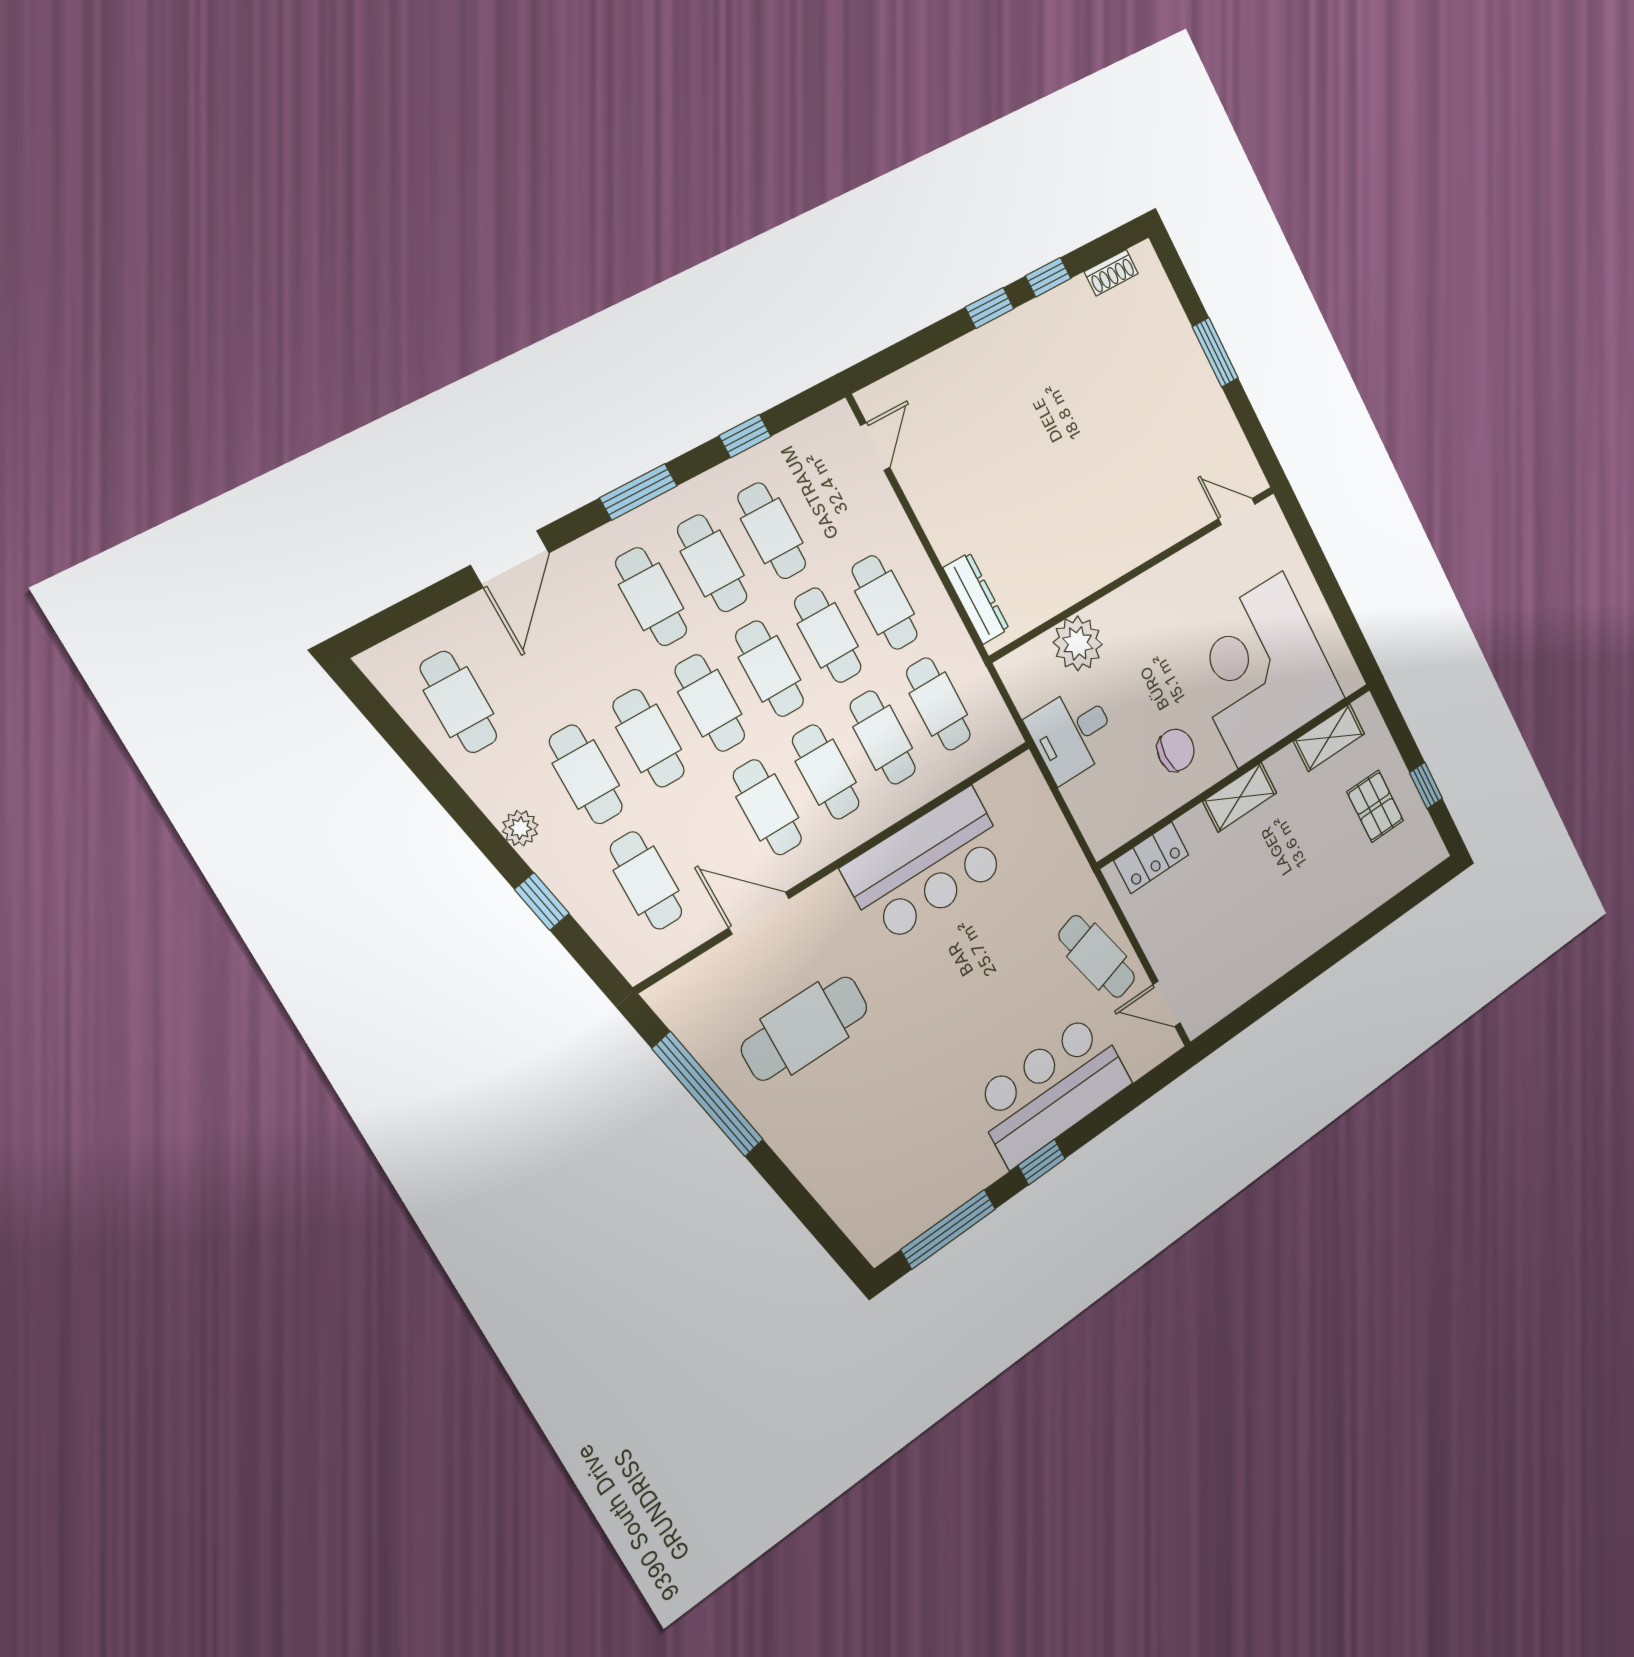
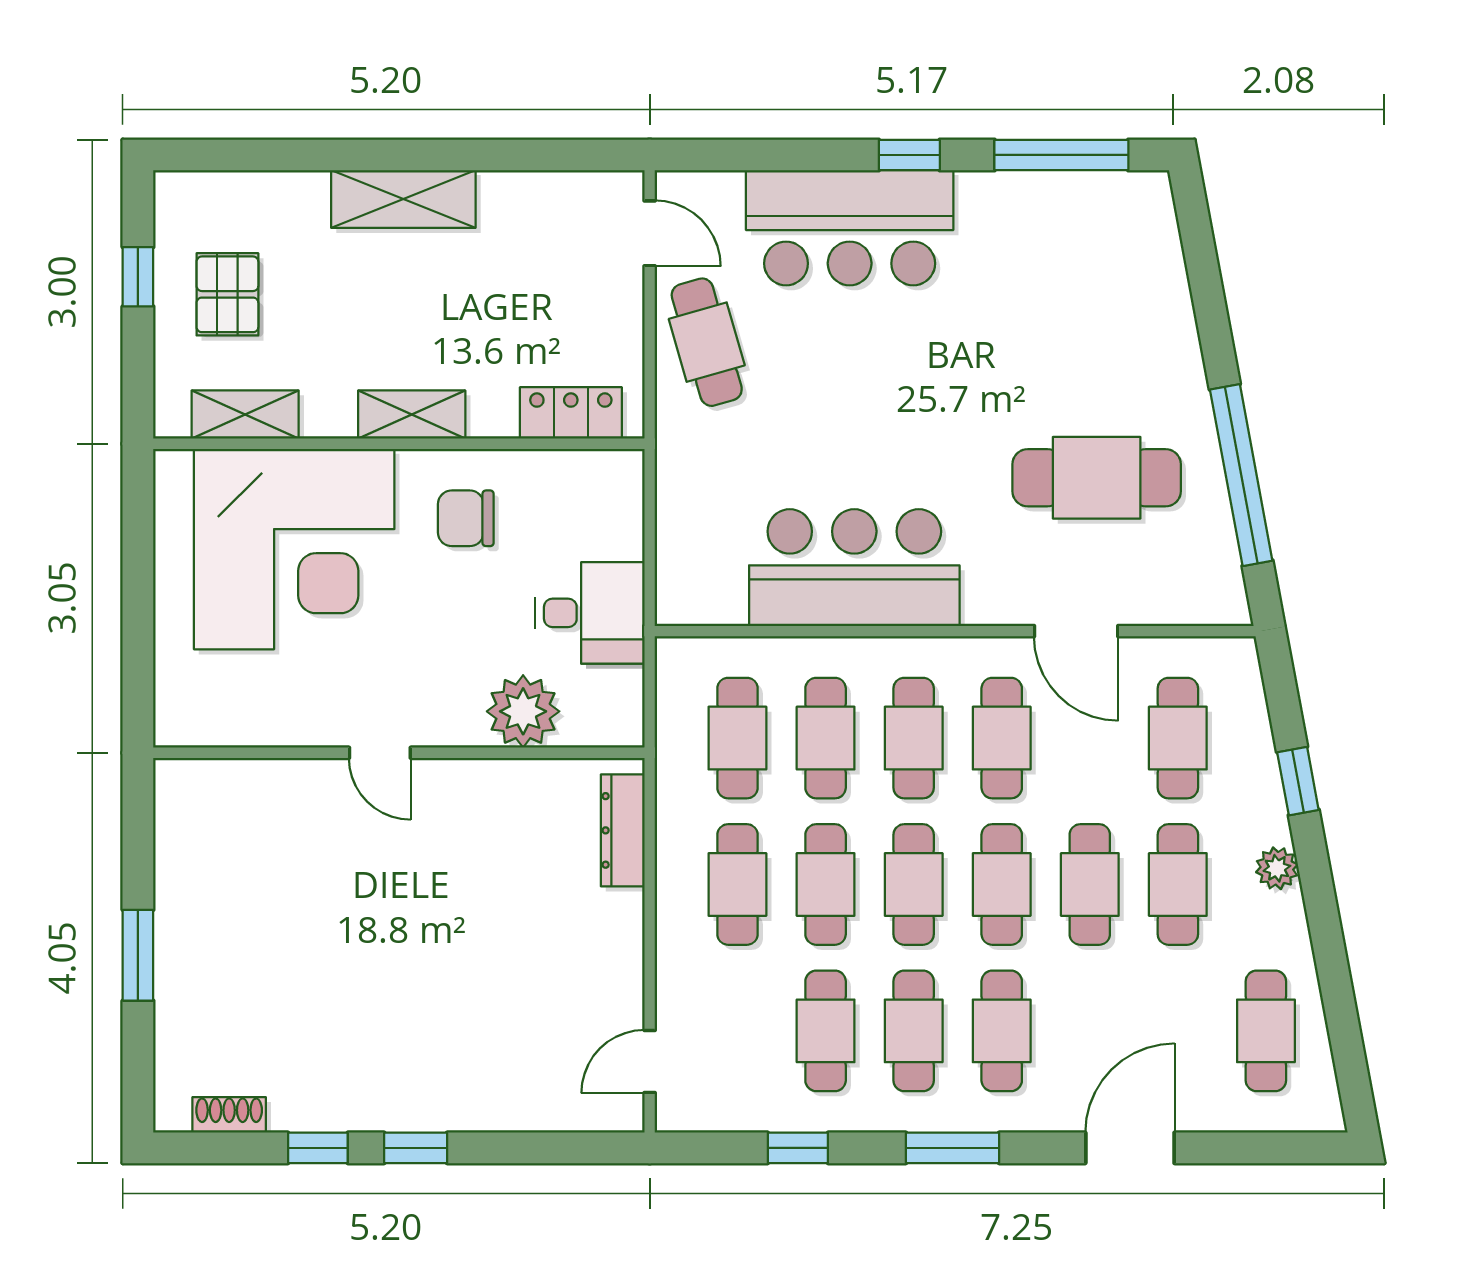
door: (1237, 512) -> (380, 753), moved
shelving: (1313, 930) -> (403, 199), added

